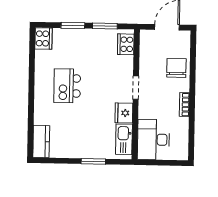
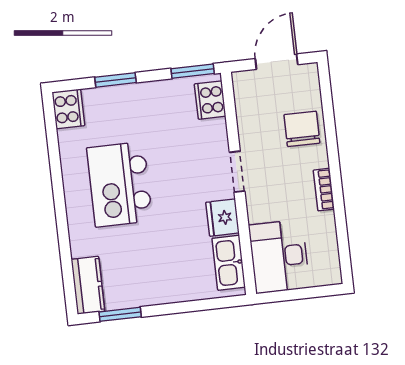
window: (105, 26) -> (193, 71), moved
kitchen island: (67, 86) -> (120, 184), width x1.37, depth x1.28
window: (93, 161) -> (120, 314), moved

